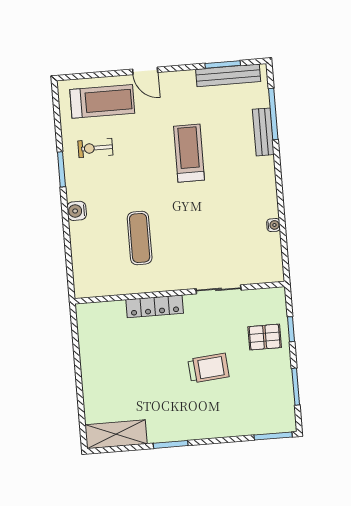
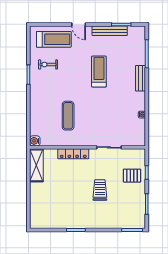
bench: (228, 75) -> (110, 31), moved
bench: (263, 132) -> (141, 78), moved
water cooler: (77, 211) -> (35, 141), moved
trolley: (208, 368) -> (100, 190), turned -85
shelving: (116, 434) -> (36, 165), moved, turned 90

